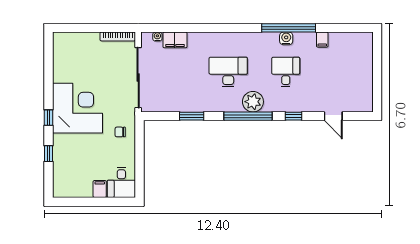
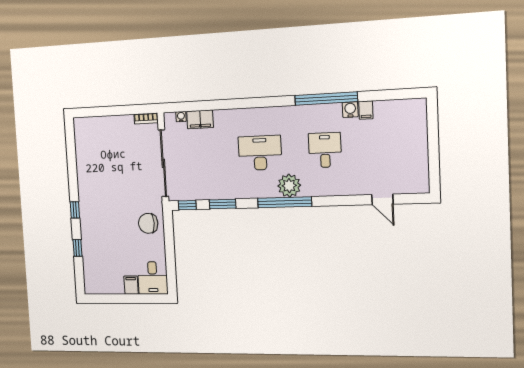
bookcase: (118, 36) -> (146, 118), width x0.64
water cooler: (286, 38) -> (350, 110), moved
corner desk: (77, 108) -> (103, 199), removed
window: (294, 116) -> (187, 205), moved
chair: (120, 132) -> (148, 223), width x1.87, depth x1.87

